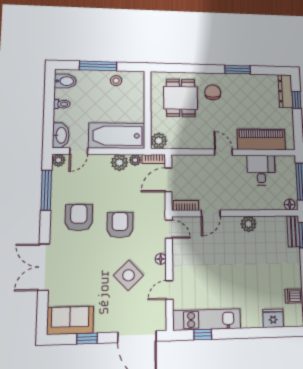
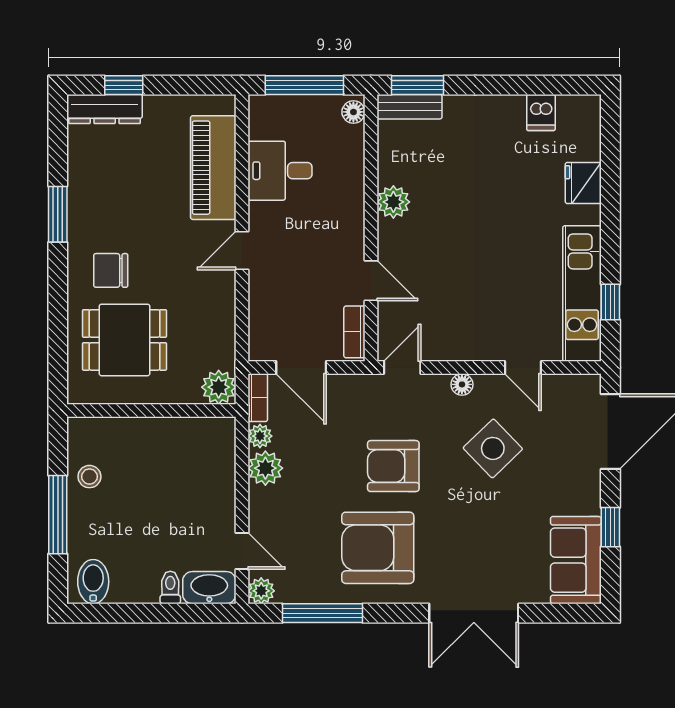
toilet: (62, 104) -> (170, 588), moved
bathtub: (117, 136) -> (209, 474), removed
armchair: (79, 218) -> (378, 548), width x1.36, depth x1.36
fridge: (273, 318) -> (583, 183), moved

